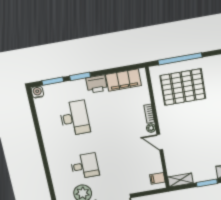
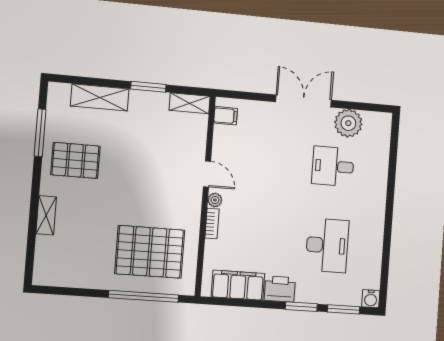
desk: (75, 118) -> (327, 245), turned 180

